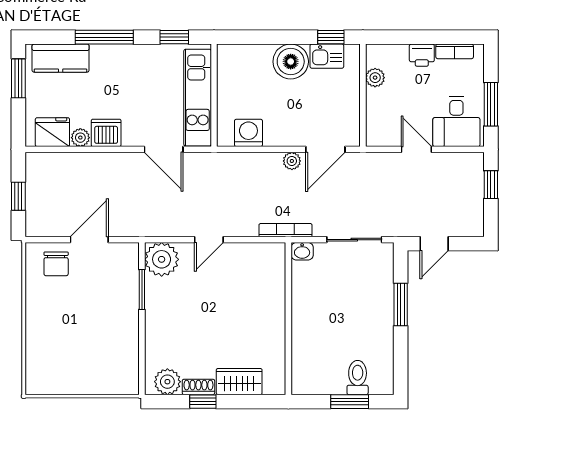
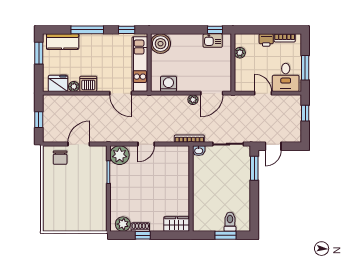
boiler: (291, 62) -> (161, 44), moved
window: (401, 305) -> (254, 168), moved
wardrobe: (239, 382) -> (177, 224), moved

